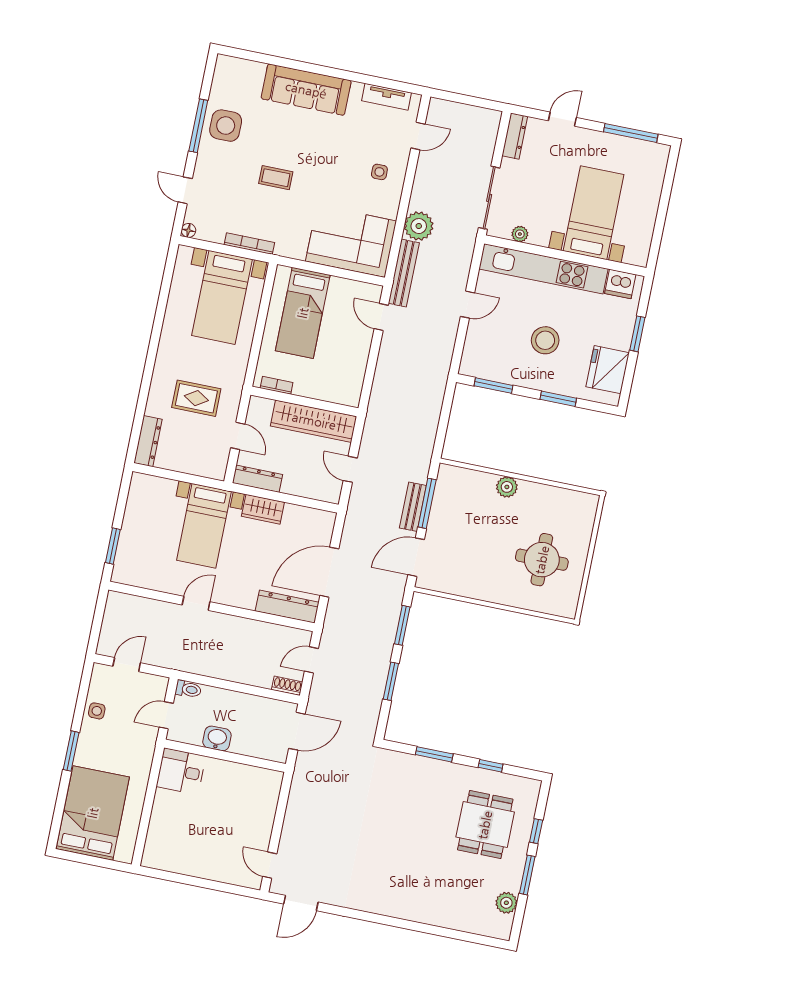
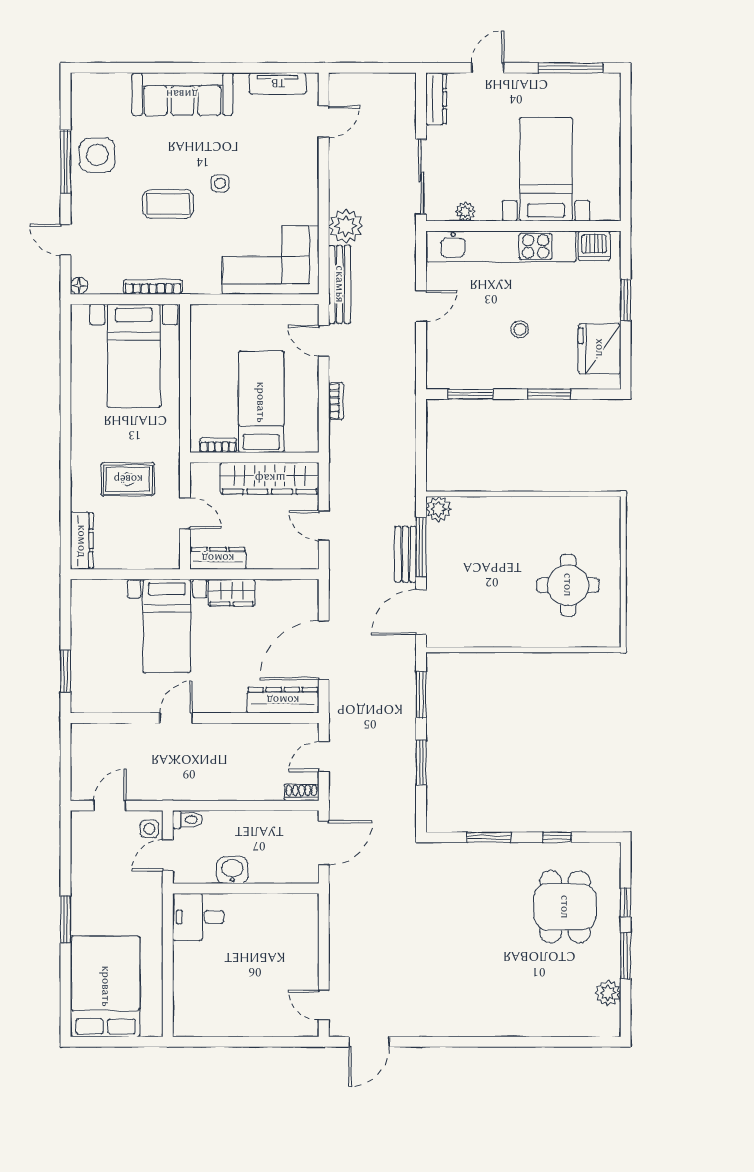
side table: (379, 172) -> (220, 183), moved
coffee table: (276, 178) -> (168, 204), width x1.36, depth x1.30
bed: (303, 313) -> (261, 402), moved, turned 180
stool: (545, 340) -> (520, 329), width x0.53, depth x0.53
bookcase: (381, 368) -> (336, 401), added
plant: (507, 487) -> (439, 509), moved
side table: (97, 711) -> (149, 829), moved

